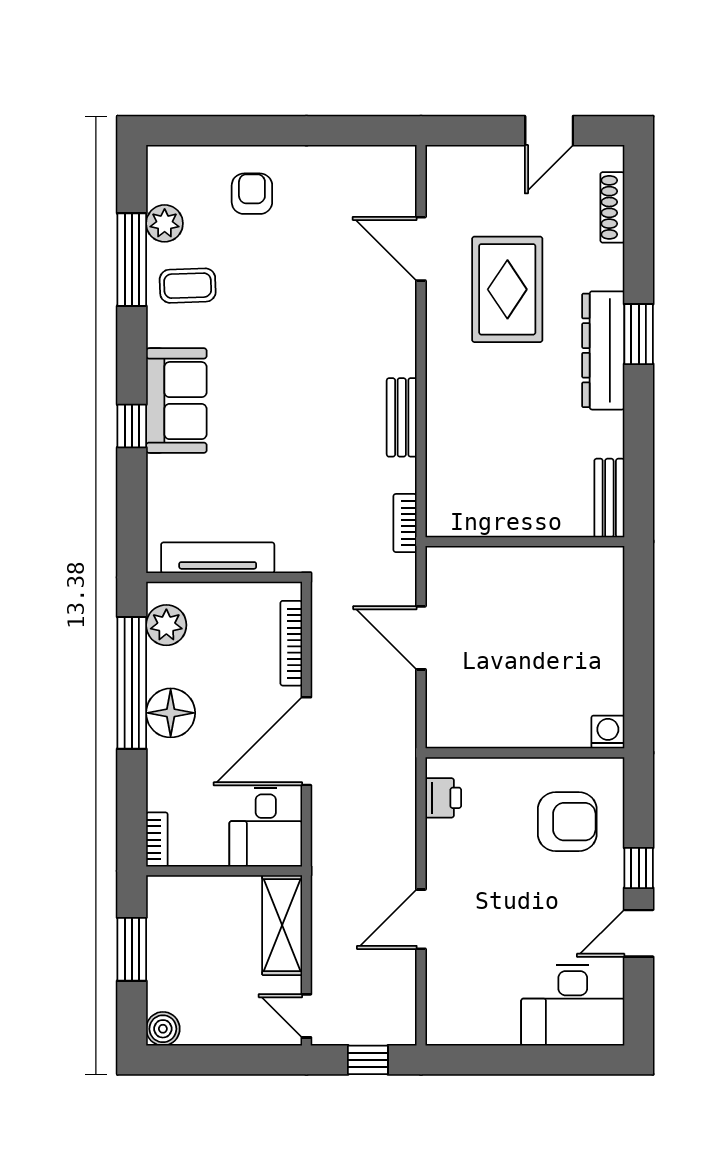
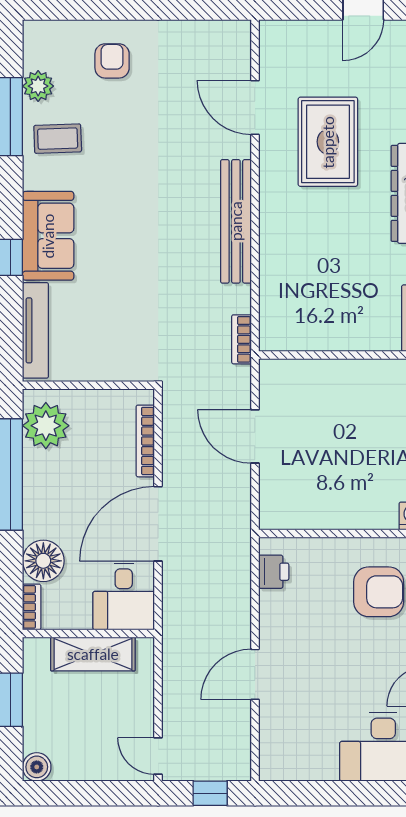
bench: (402, 417) -> (236, 221), width x1.86, depth x1.21
tv unit: (218, 558) -> (35, 330), moved, turned 90
plant: (166, 625) -> (46, 426), width x1.36, depth x1.36
floor lamp: (171, 713) -> (43, 561), moved
shelving: (282, 925) -> (93, 654), moved, turned 90

